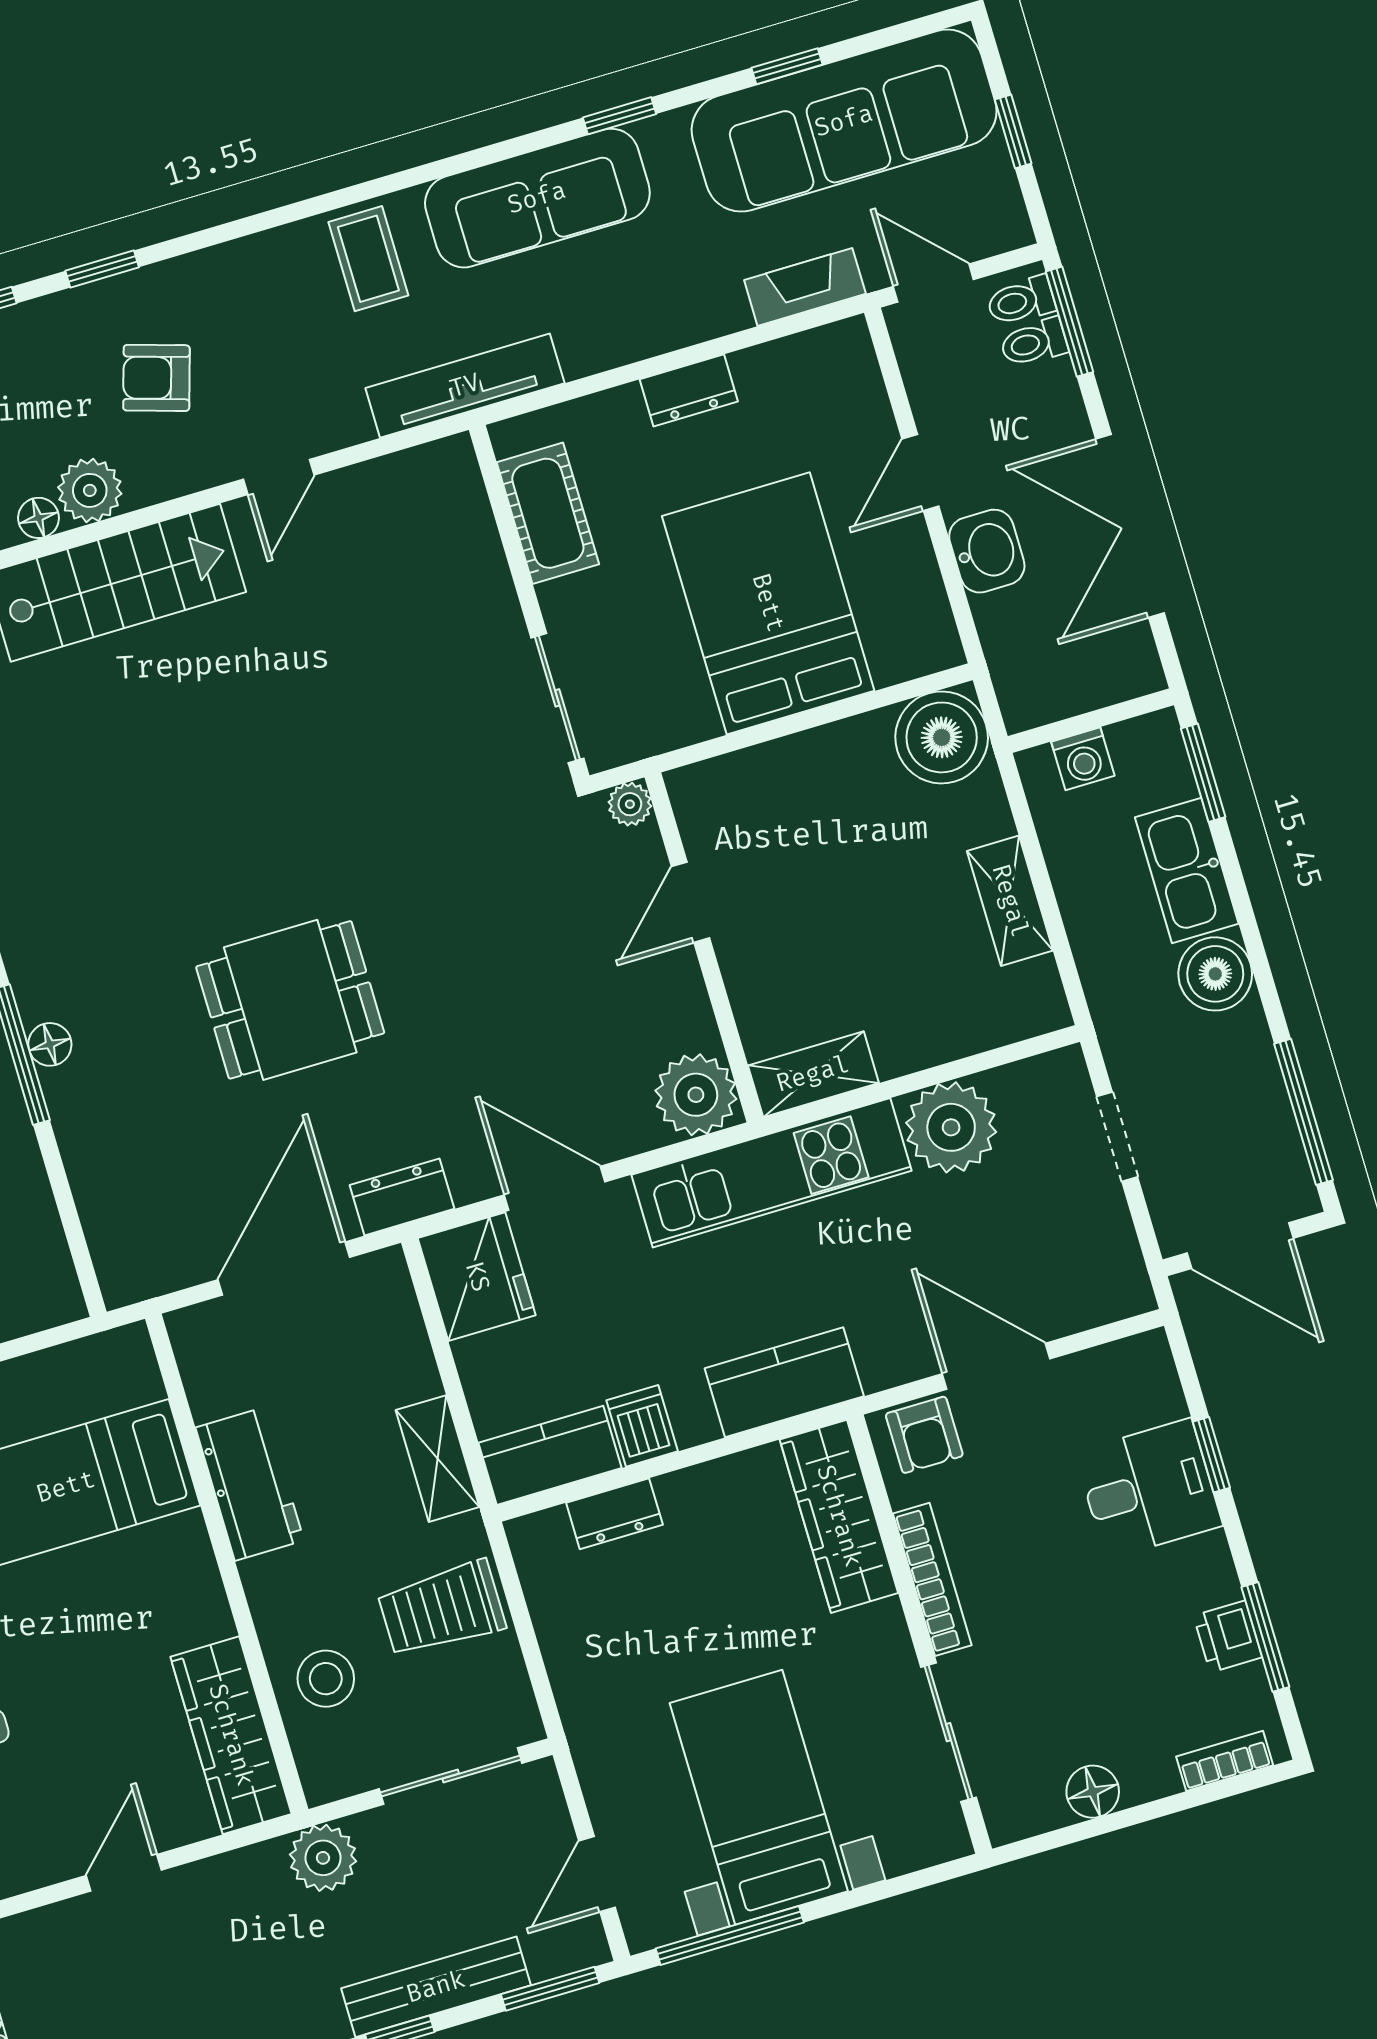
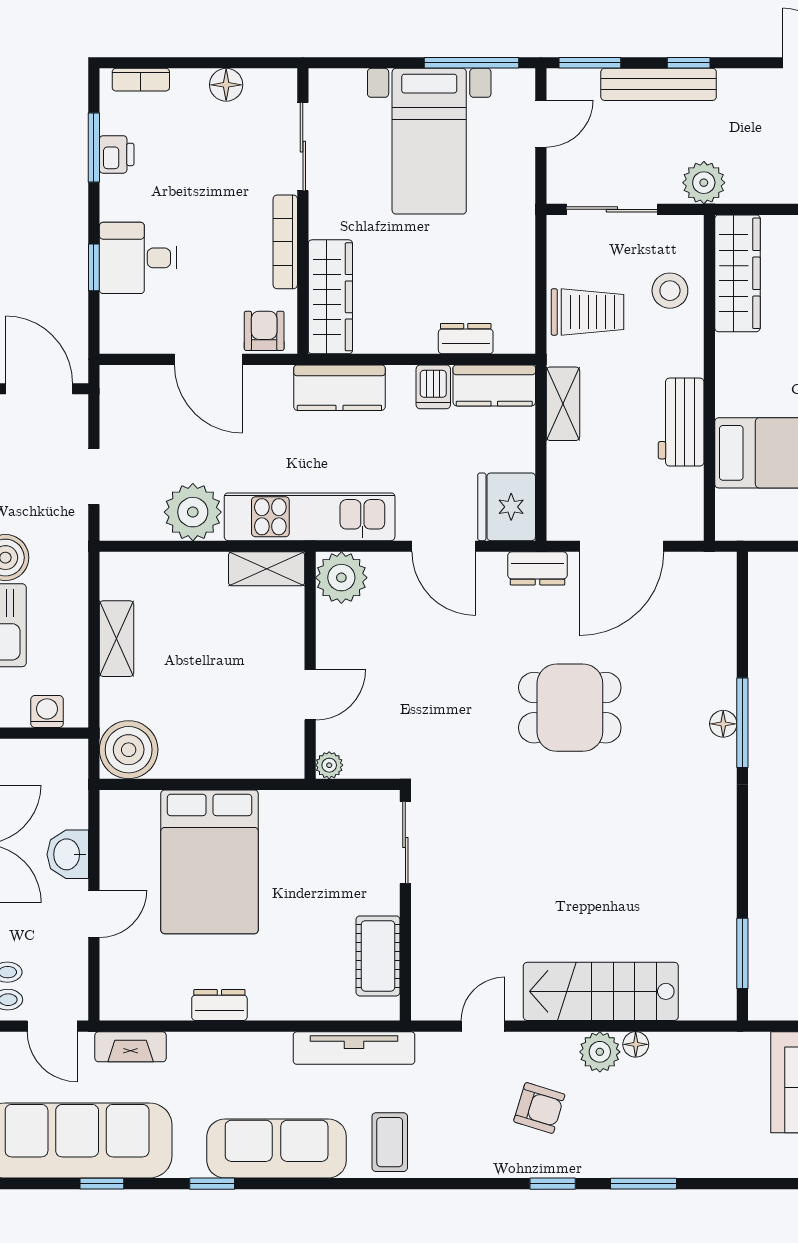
cot: (548, 513) -> (378, 956), moved
wall: (529, 603) -> (405, 905), moved
sliding door: (557, 698) -> (405, 842), moved

